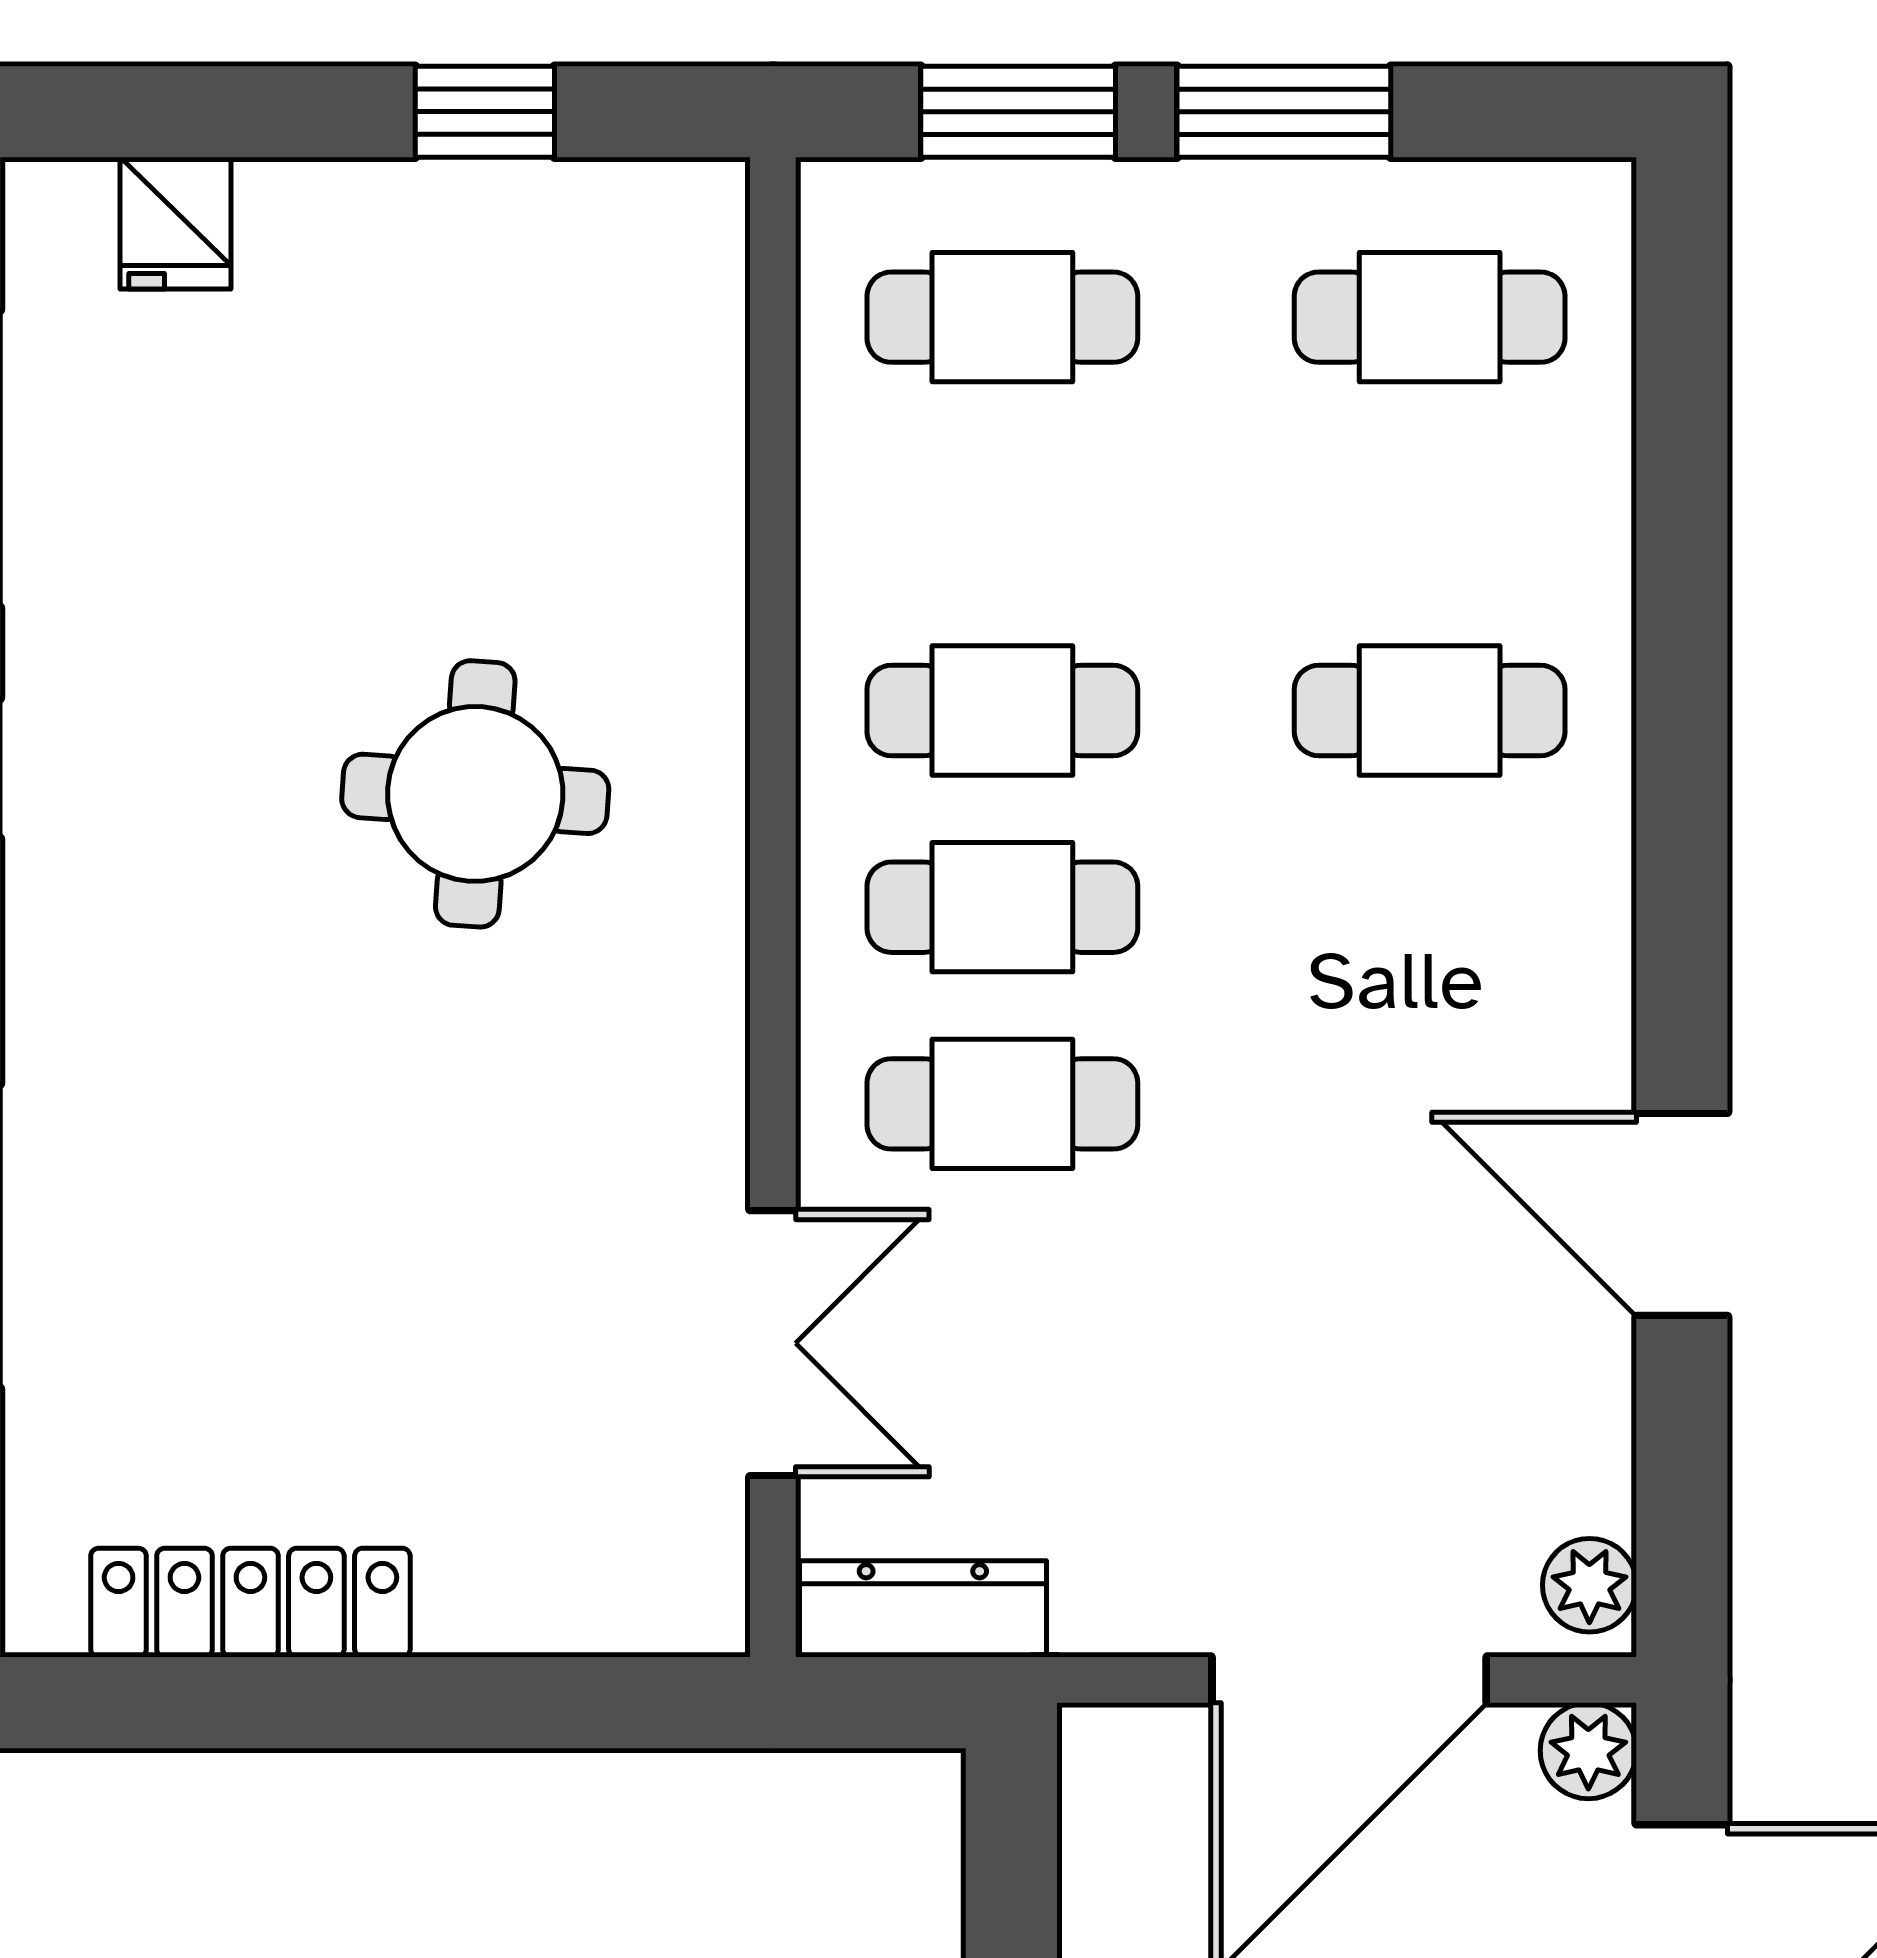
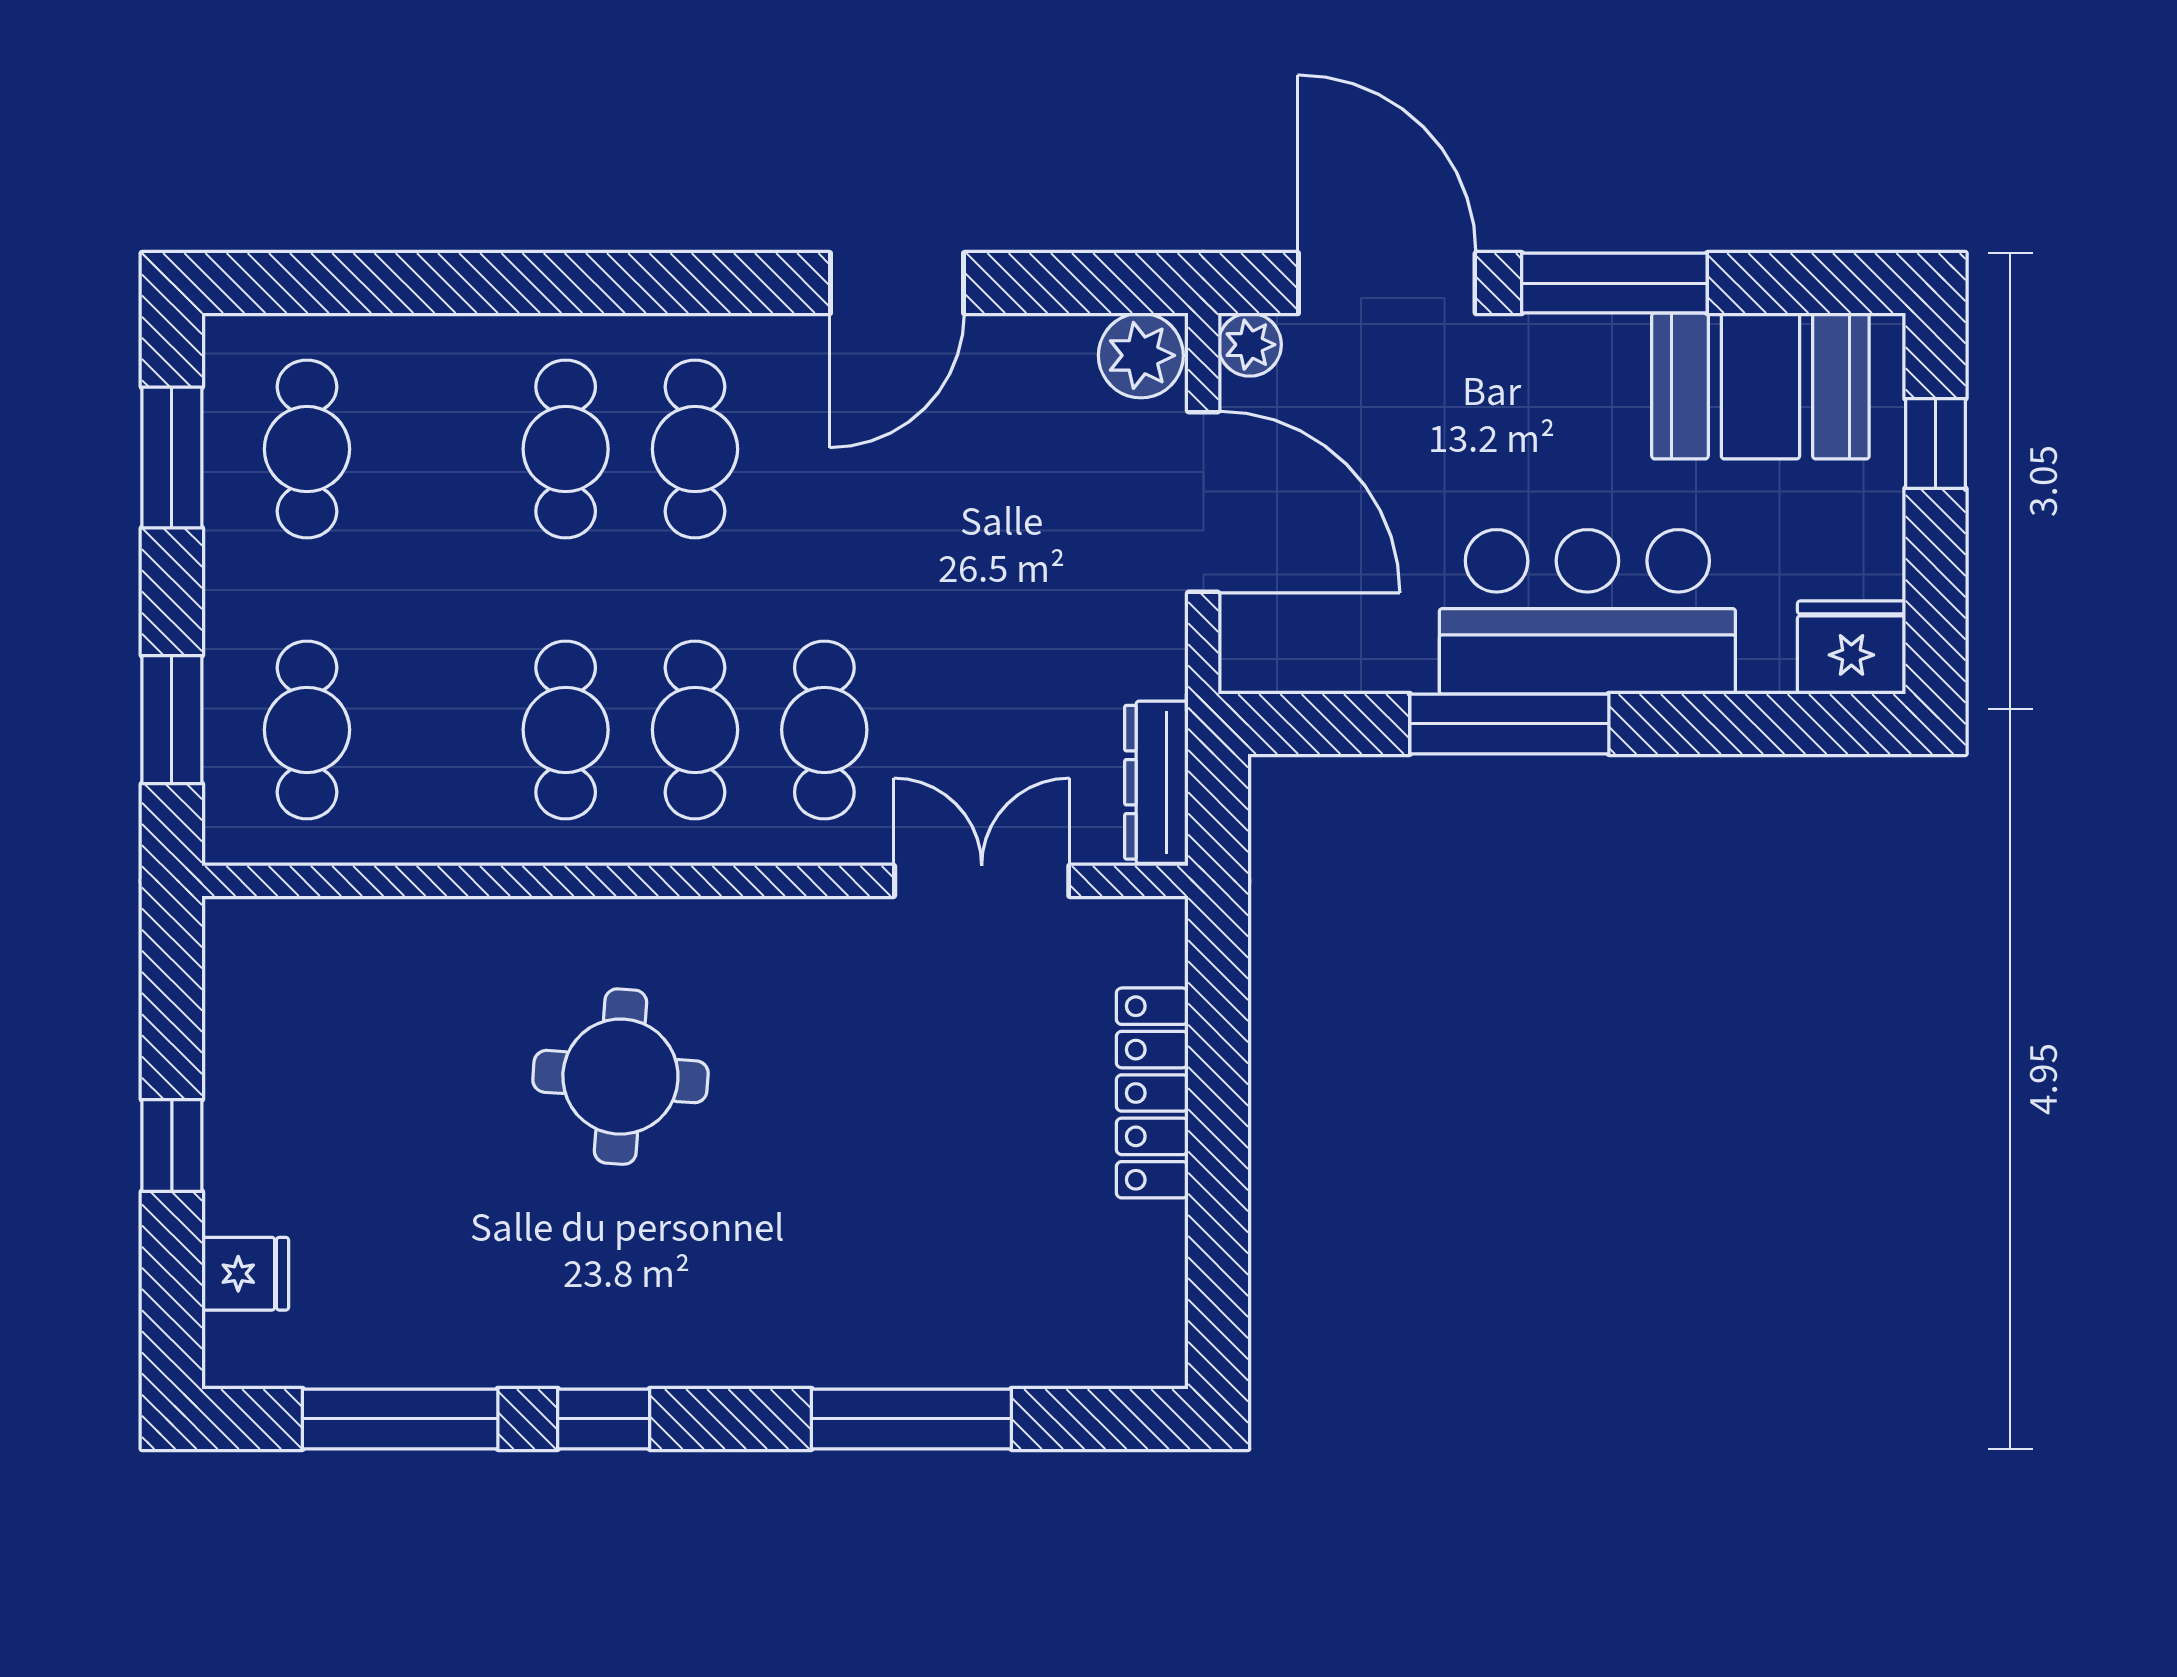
window: (485, 112) -> (172, 1146), moved
window: (1284, 112) -> (172, 457), moved
cafe table: (1430, 907) -> (695, 449), added
plant: (1589, 1585) -> (1141, 355), width x1.38, depth x1.38
locker: (250, 1603) -> (1152, 1093), moved

